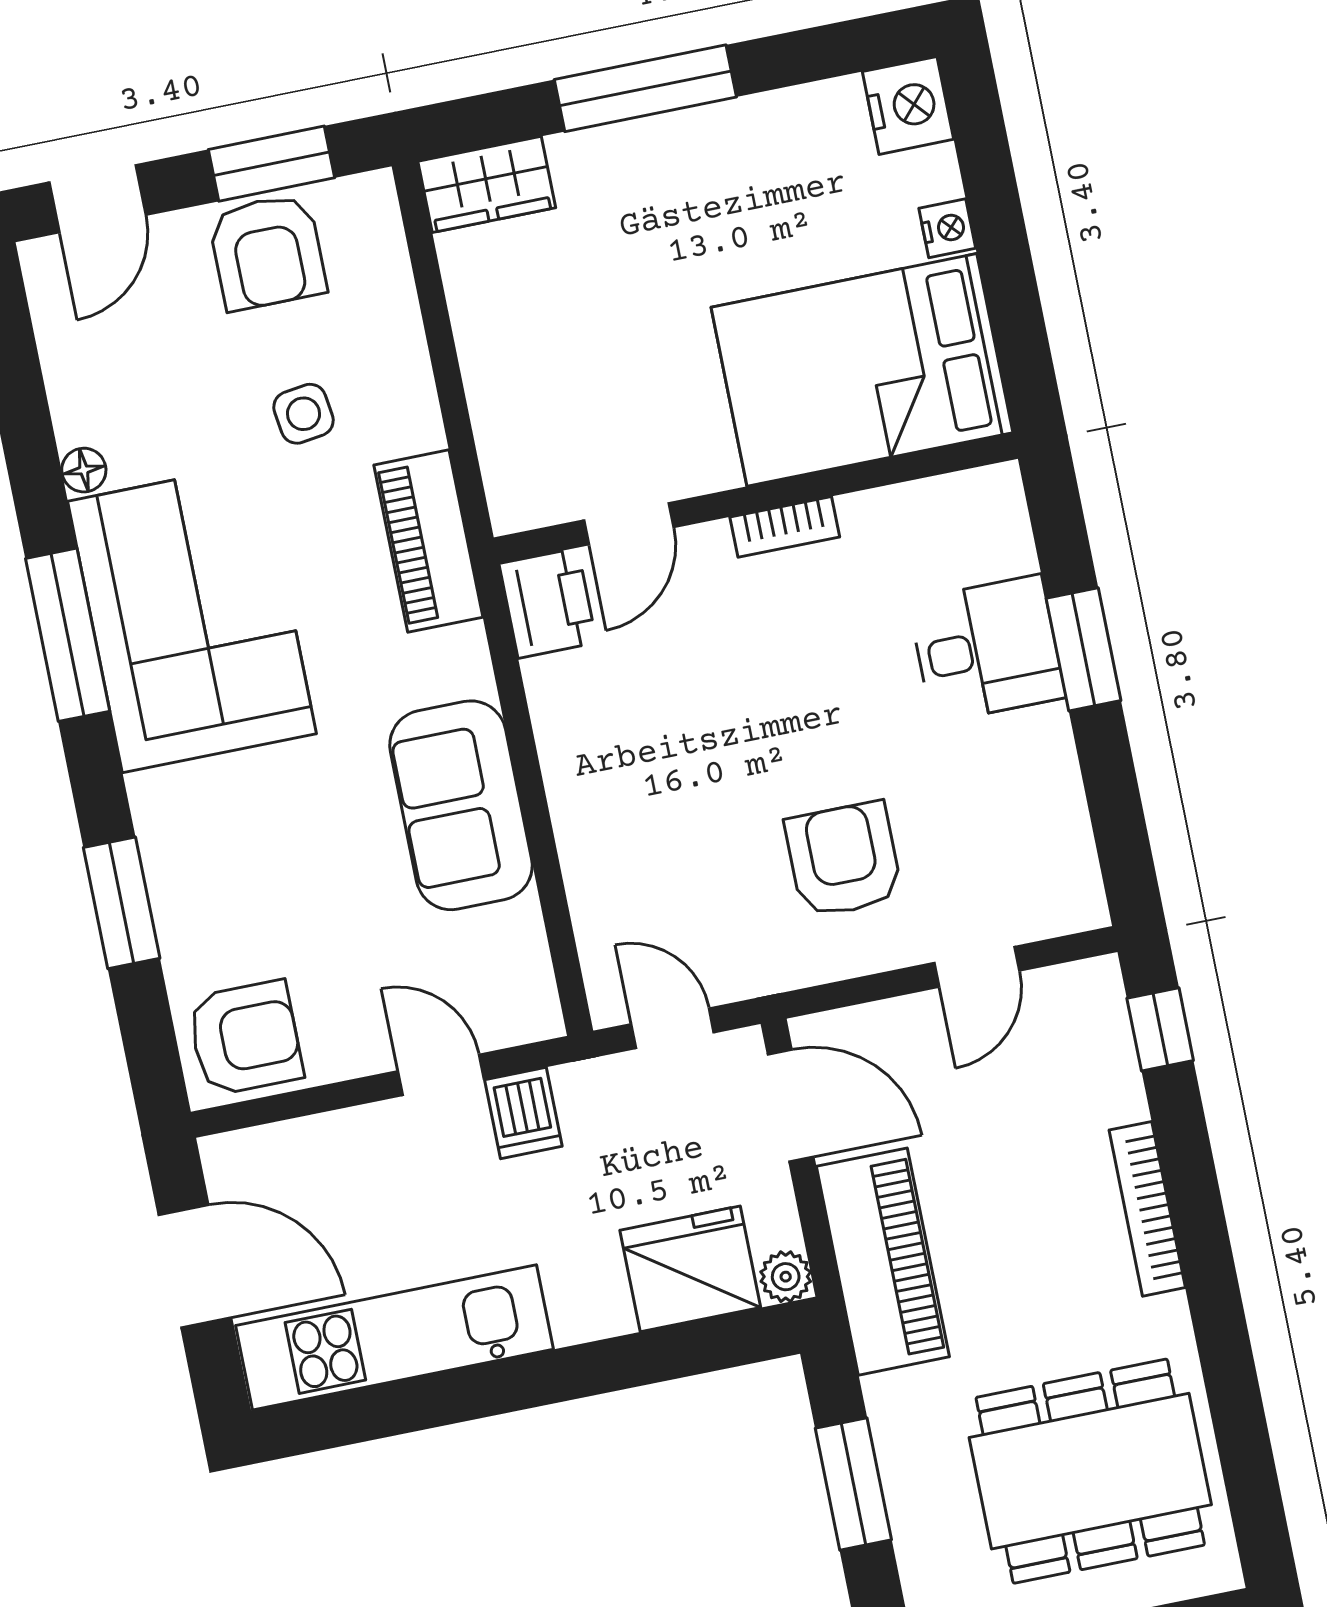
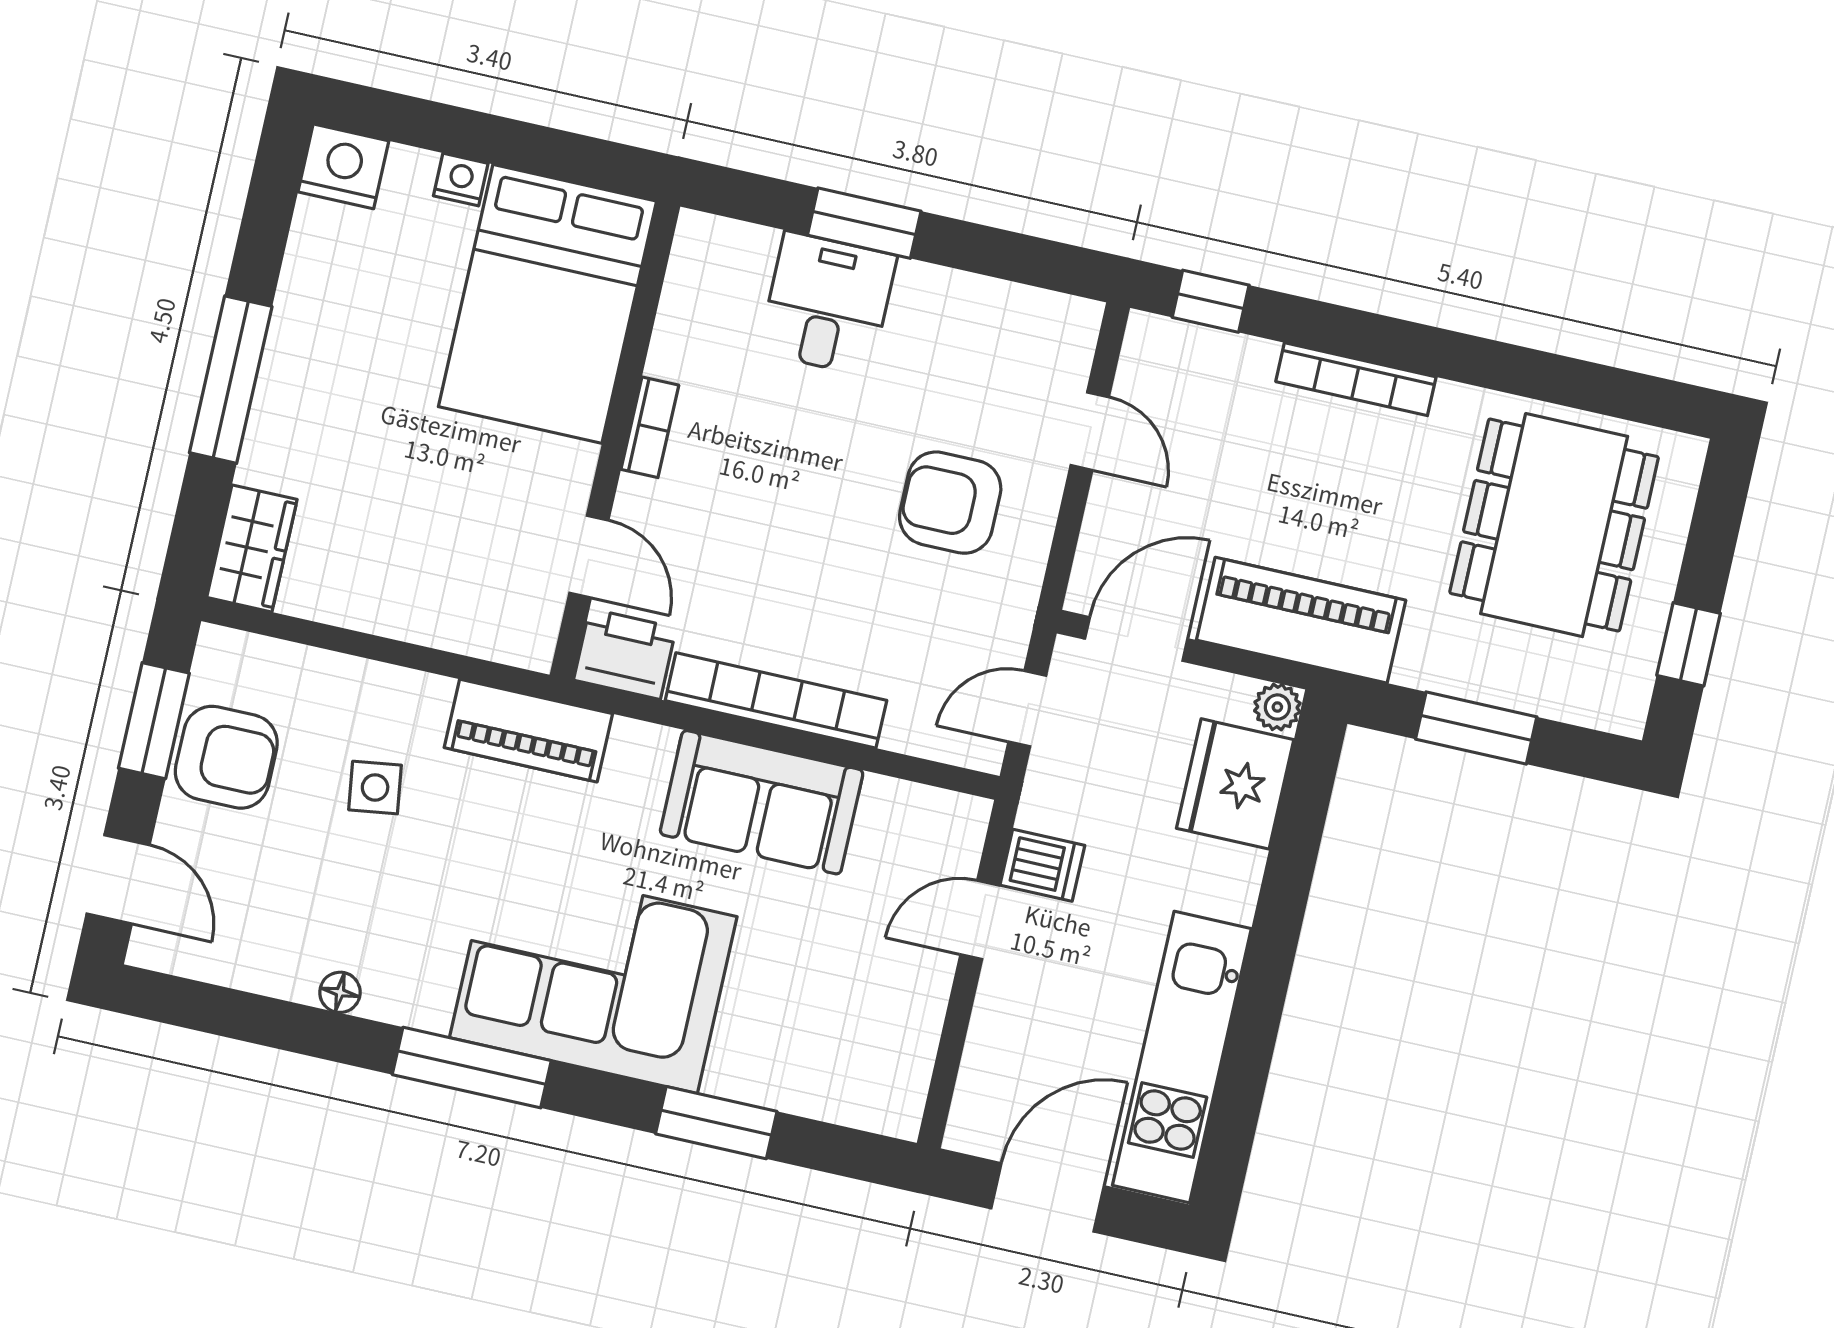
corner sofa: (192, 617) -> (593, 977), moved
bookcase: (569, 774) -> (776, 700), added
armchair: (245, 1038) -> (876, 1070), removed

